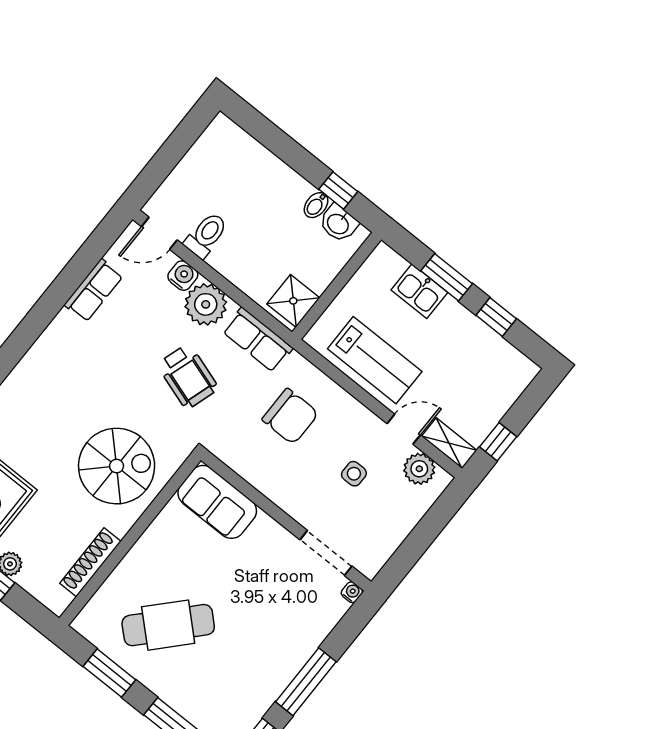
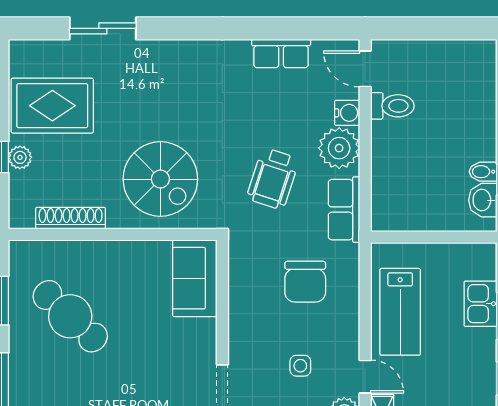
shower: (293, 301) -> (396, 213), removed

